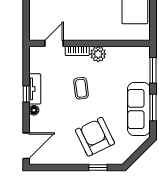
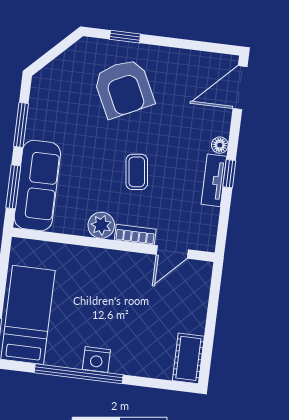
sofa: (139, 109) -> (37, 186), moved

